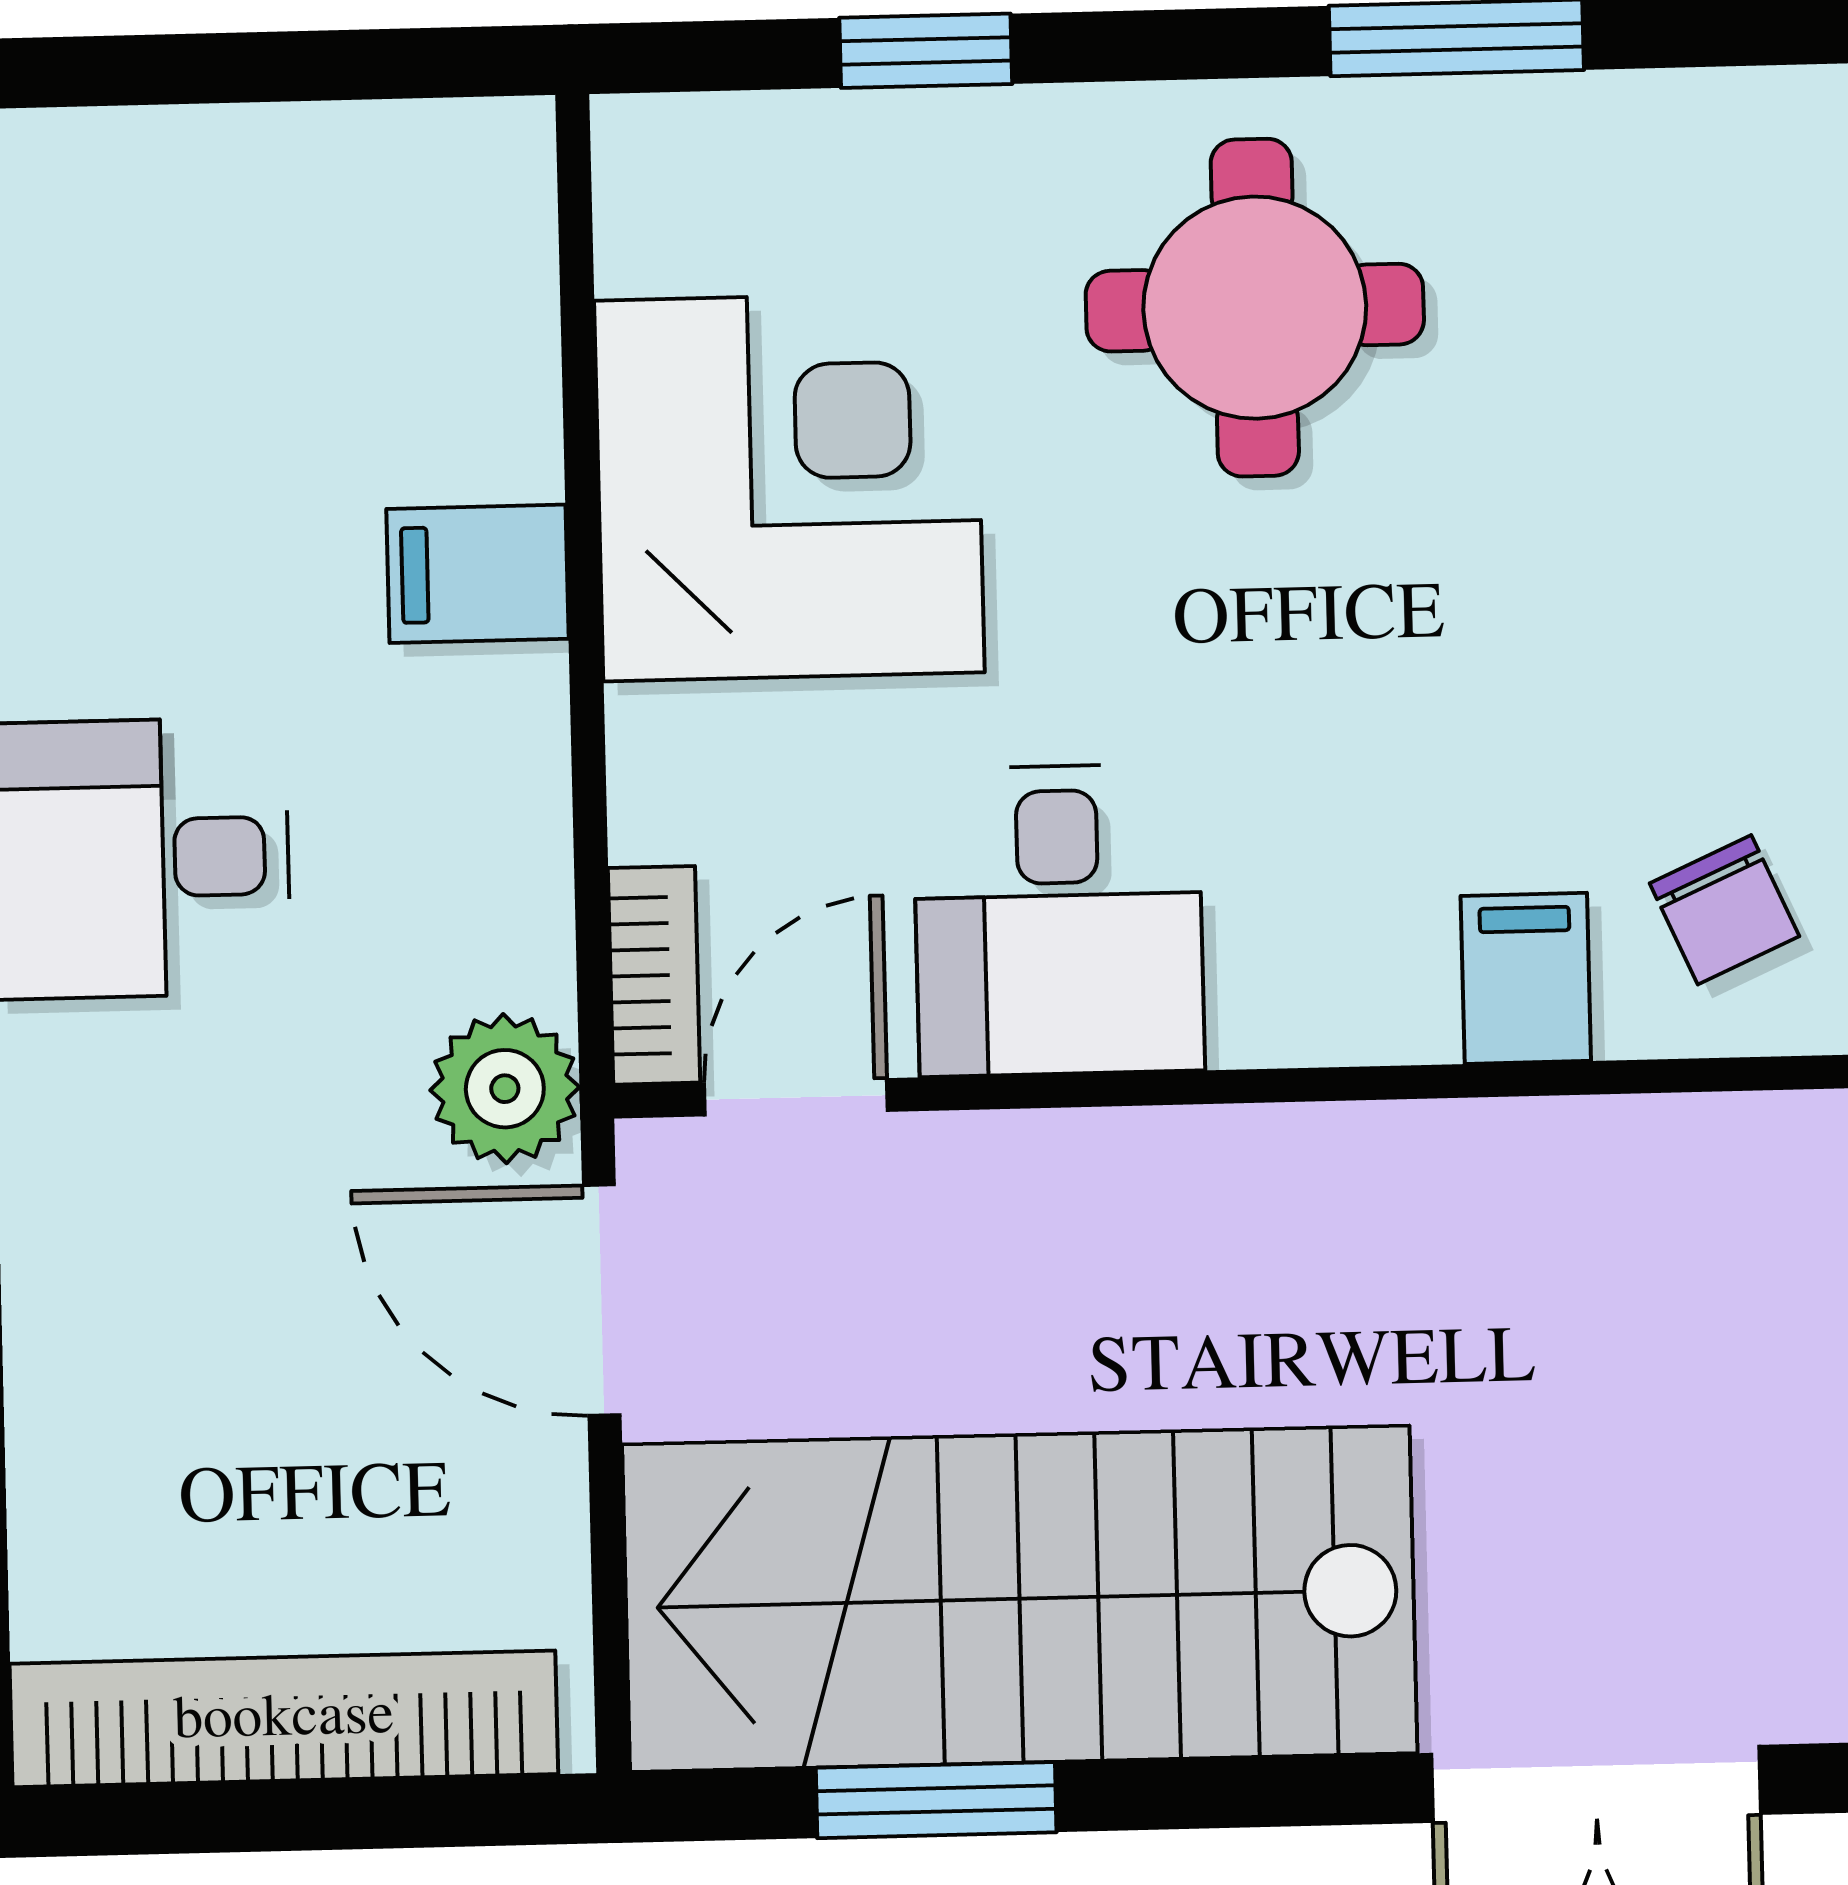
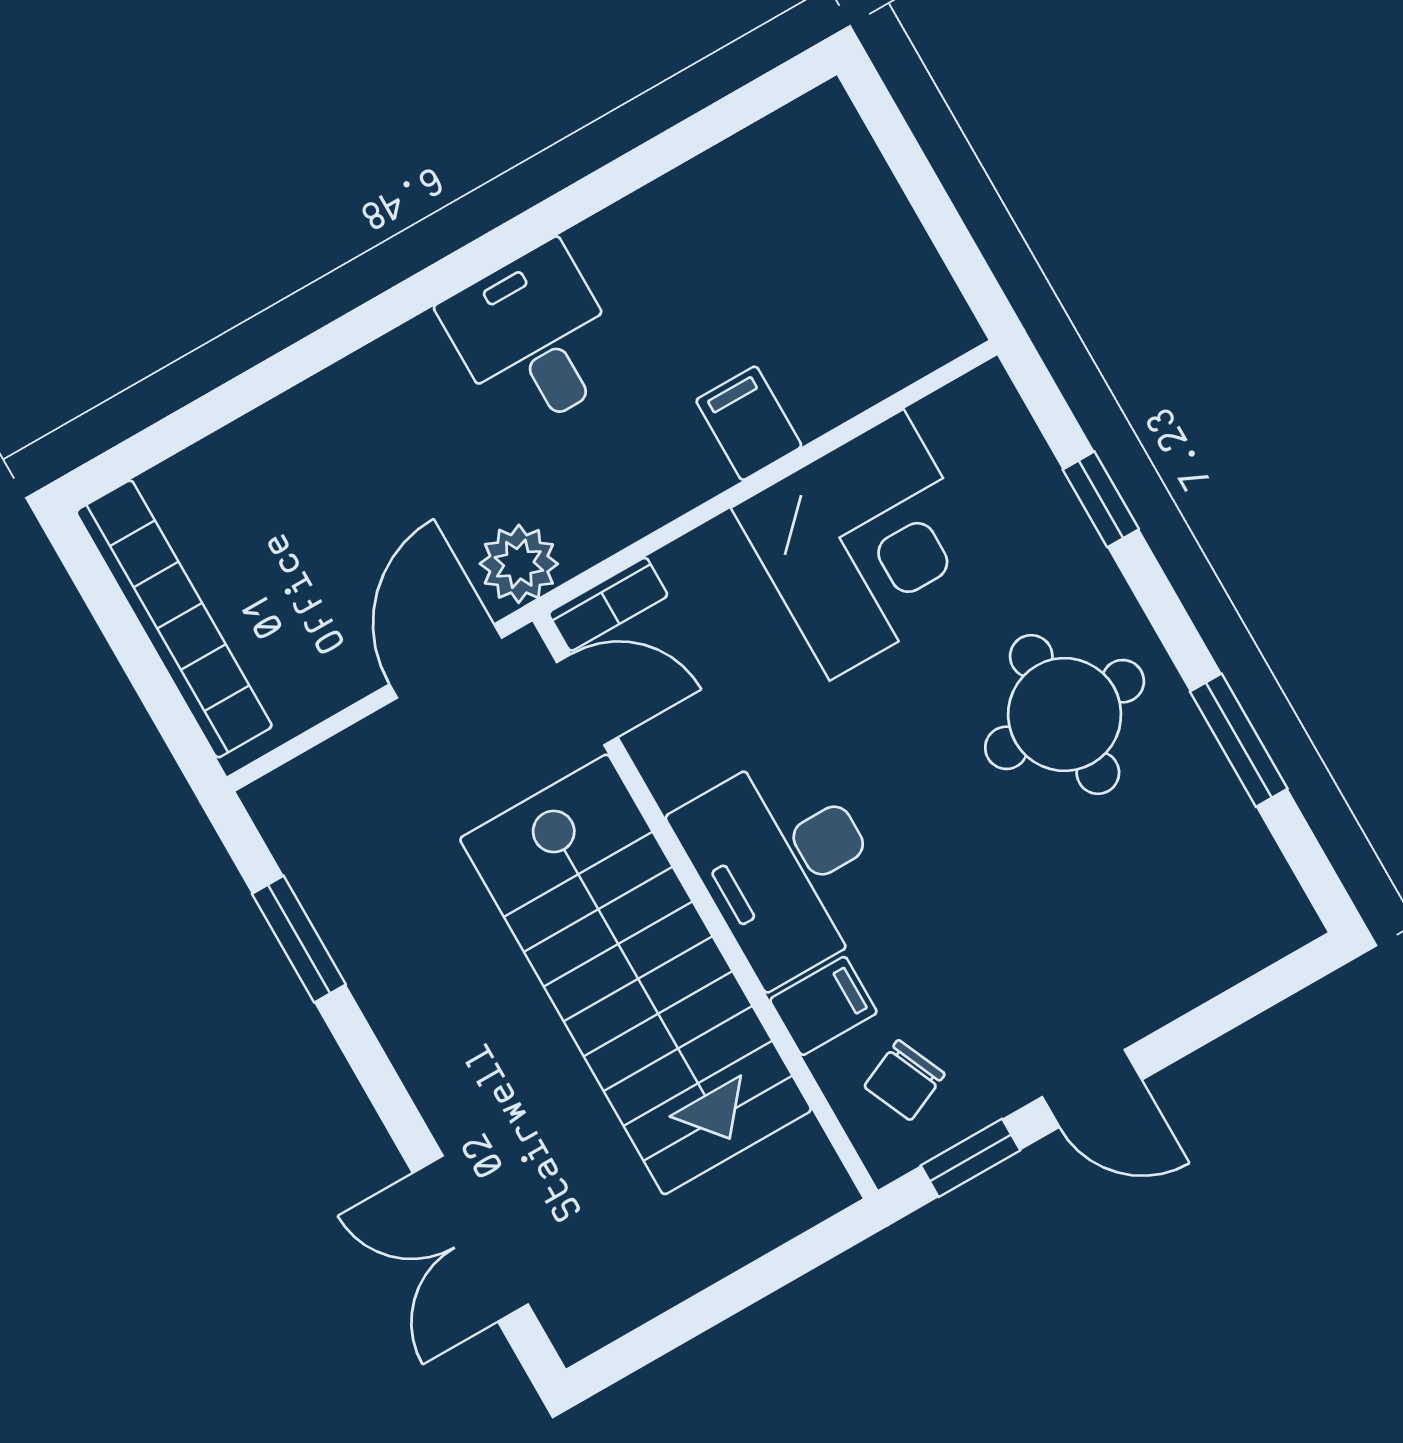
desk: (1059, 920) -> (785, 865), moved, width x1.37
stairs: (1020, 1599) -> (636, 974), moved, turned 180

